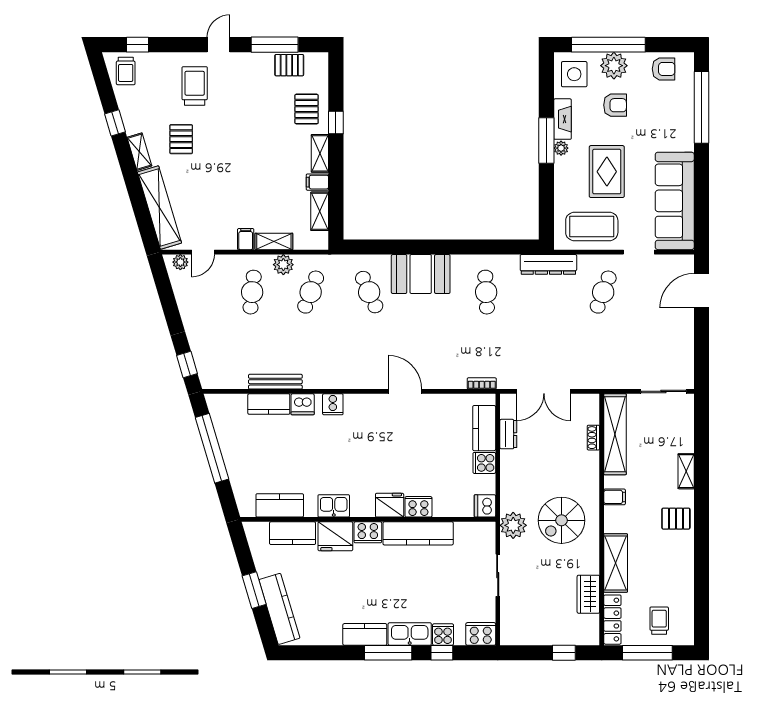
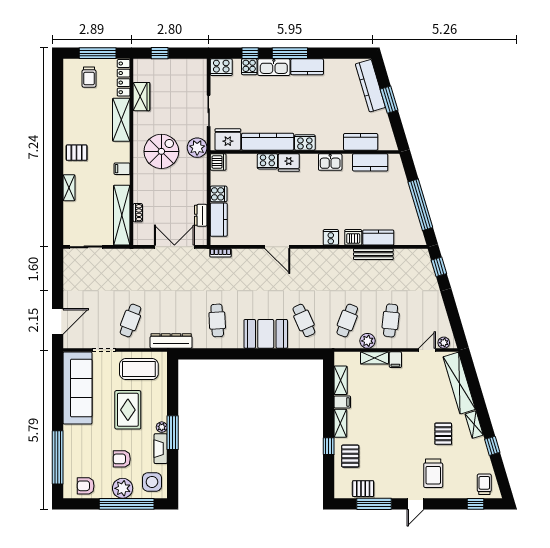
fridge: (335, 536) -> (228, 139), moved

